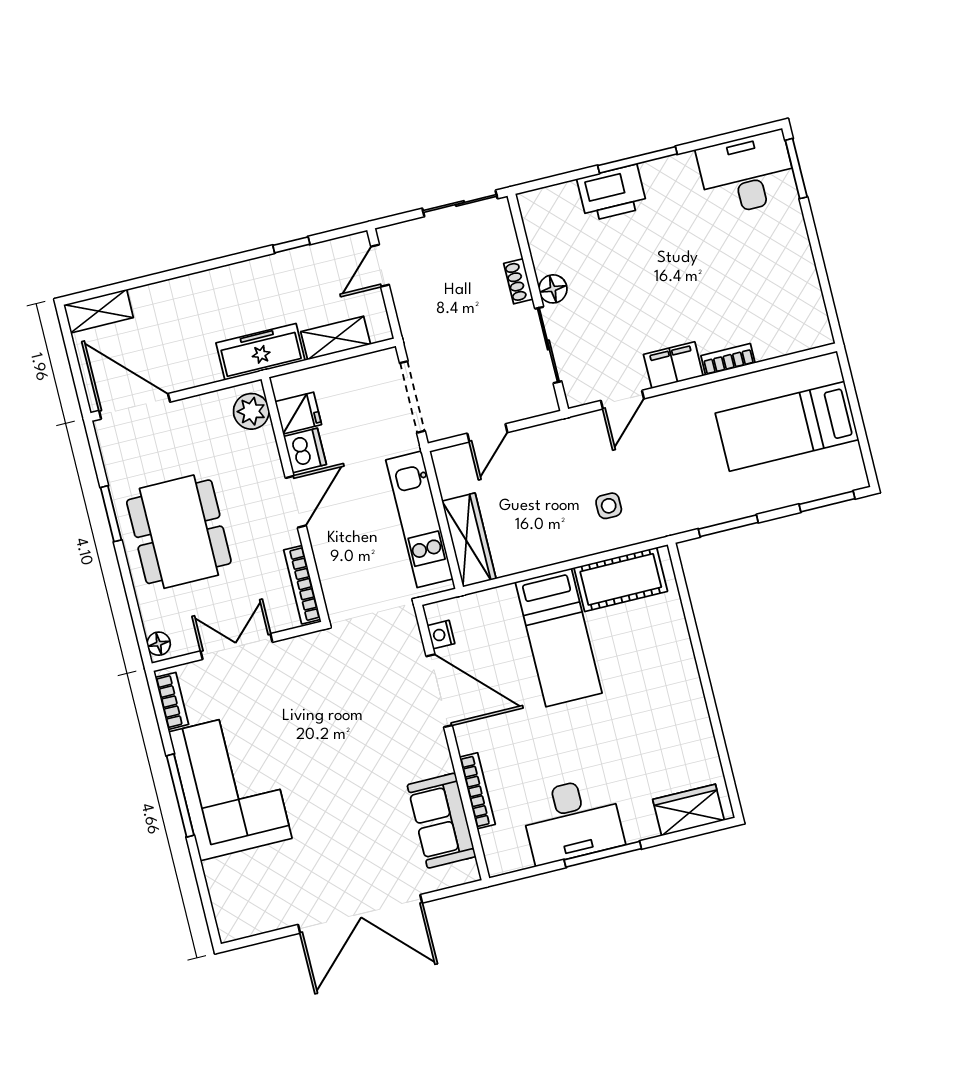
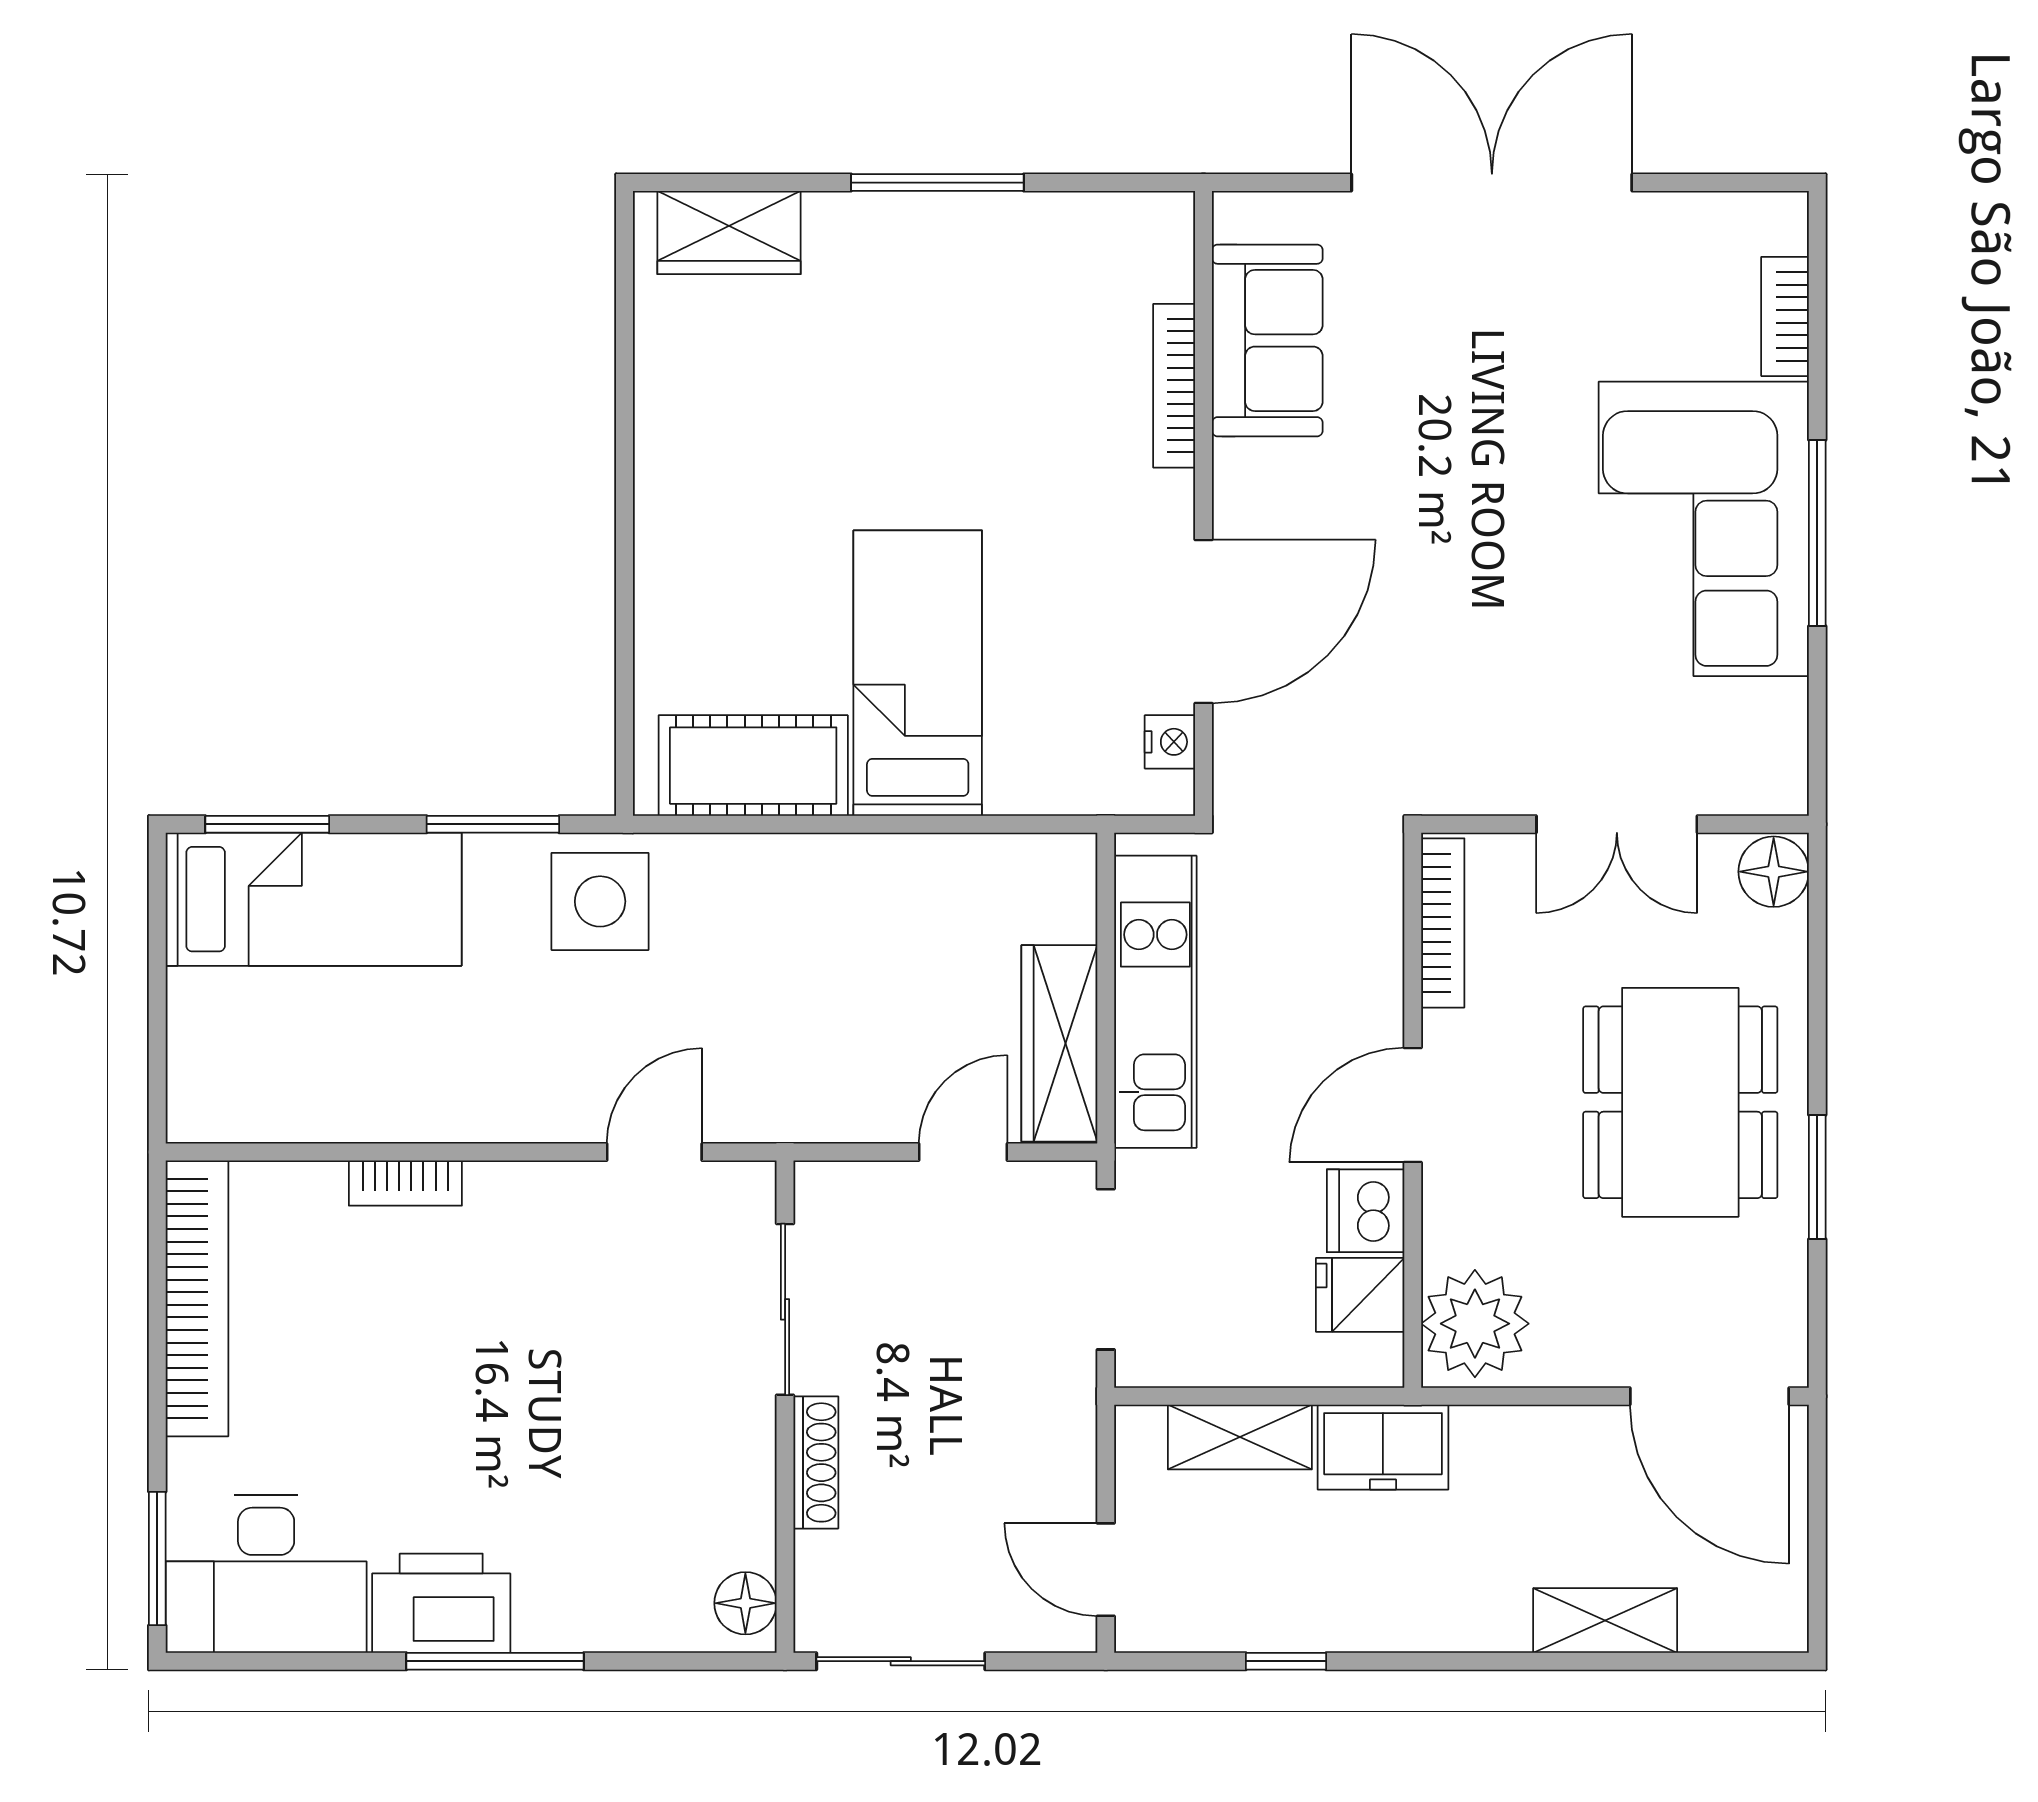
printer: (612, 193) -> (441, 1603), moved
door: (380, 266) -> (1106, 1570), swing flipped
shoe rack: (518, 281) -> (816, 1462), width x1.43
bookcase: (807, 287) -> (197, 1298), added
floor lamp: (553, 289) -> (745, 1603), moved
shelving: (98, 311) -> (1605, 1620), moved
freezer: (260, 352) -> (1383, 1447), width x0.71
filing cabinet: (673, 365) -> (526, 1200), removed
plant: (251, 411) -> (1475, 1324), width x1.36, depth x1.36
bed: (787, 426) -> (314, 899), moved
side table: (609, 506) -> (600, 901), moved, width x1.87, depth x1.87
wardrobe: (469, 540) -> (1059, 1043), moved
floor lamp: (159, 644) -> (1774, 872), width x1.37, depth x1.37
door: (439, 691) -> (1203, 622), swing flipped
bookcase: (172, 701) -> (1785, 316), moved
desk: (572, 820) -> (986, 272), removed

